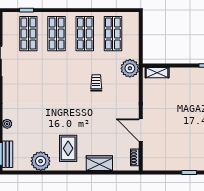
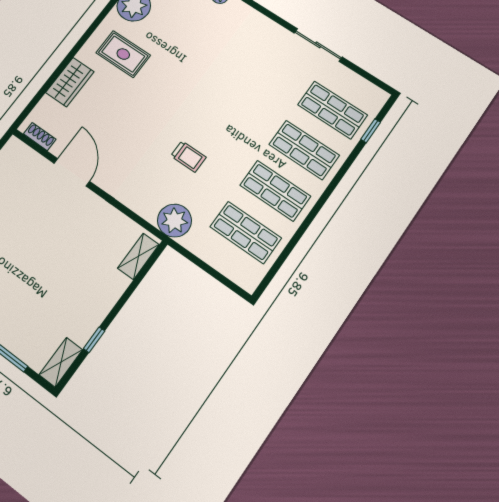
door: (141, 130) -> (72, 172), hinge flipped

